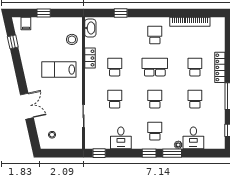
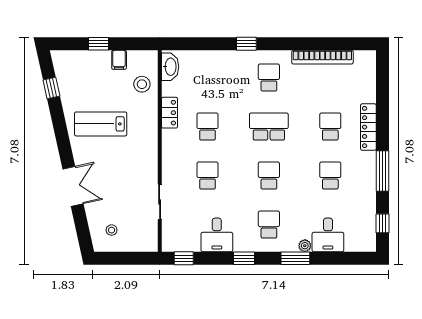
window: (121, 13) -> (246, 44), moved
filing cabinet: (26, 24) -> (119, 60), moved
lab bench: (59, 70) -> (101, 124), moved
window: (149, 153) -> (244, 258), moved

